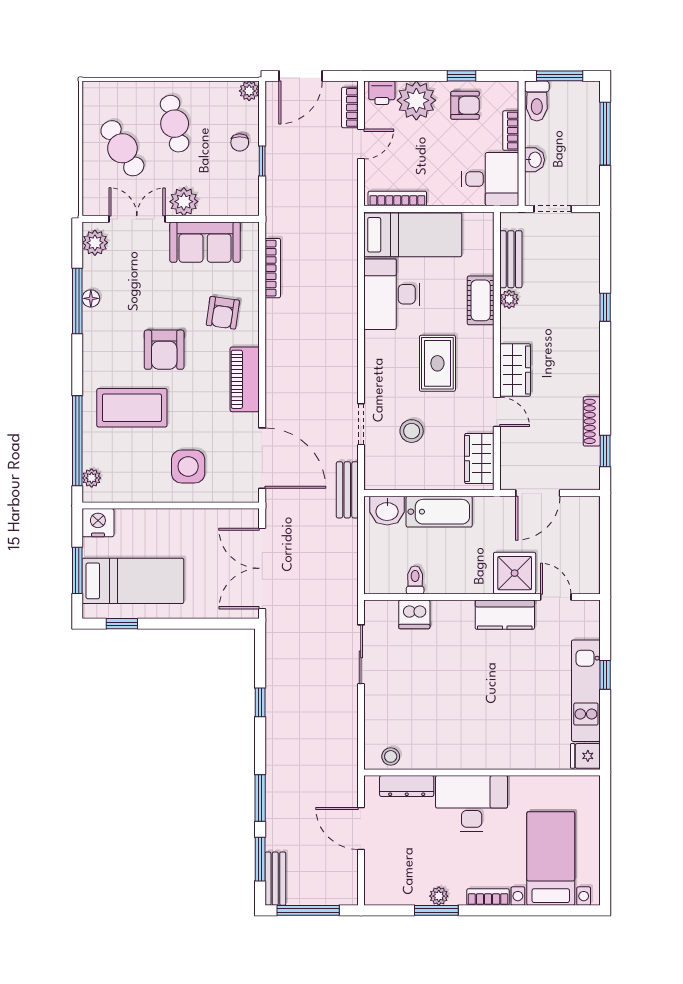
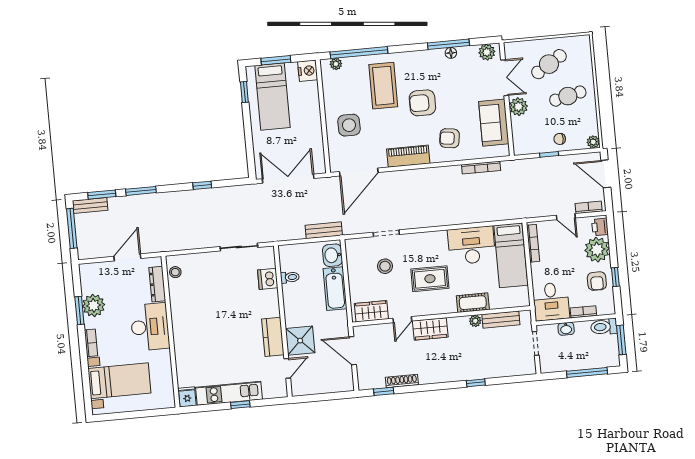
bench: (347, 490) -> (324, 230), moved
plant: (439, 896) -> (94, 305), width x1.87, depth x1.87

